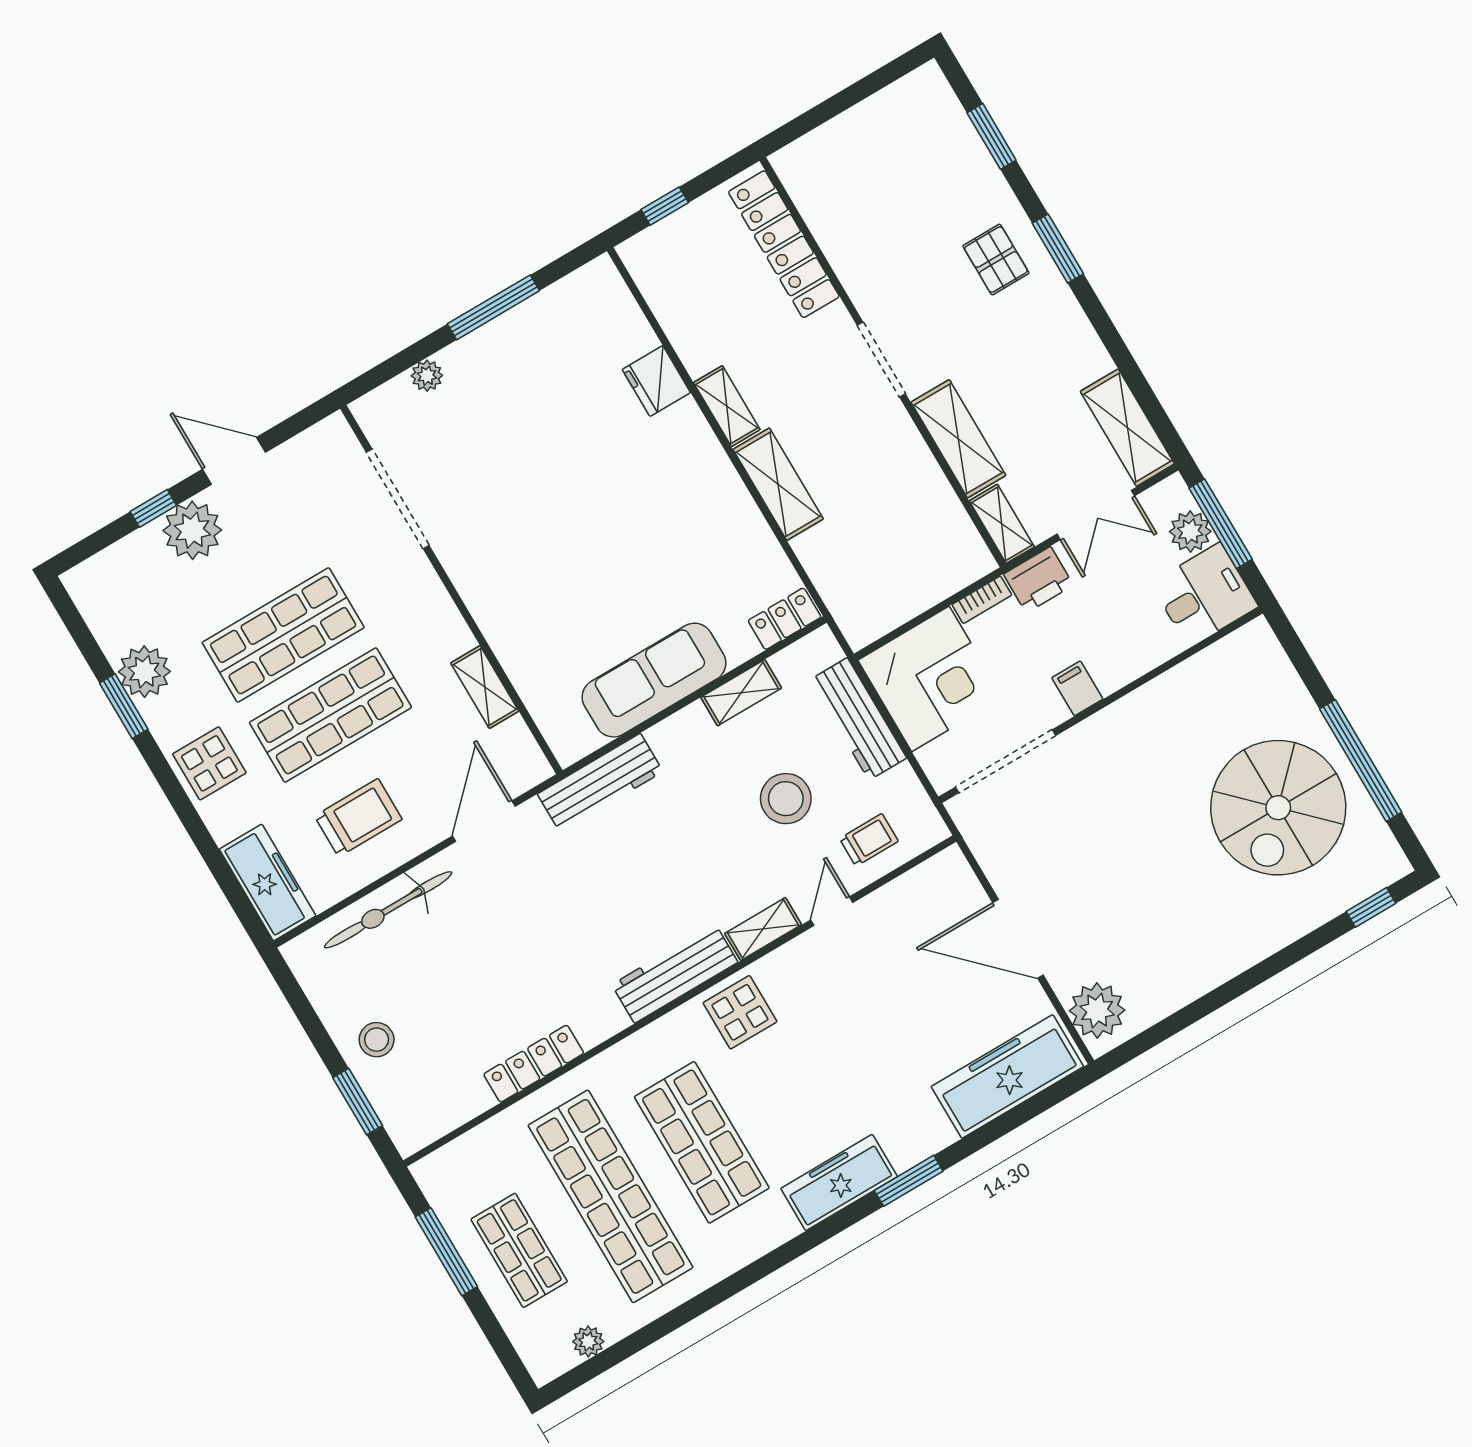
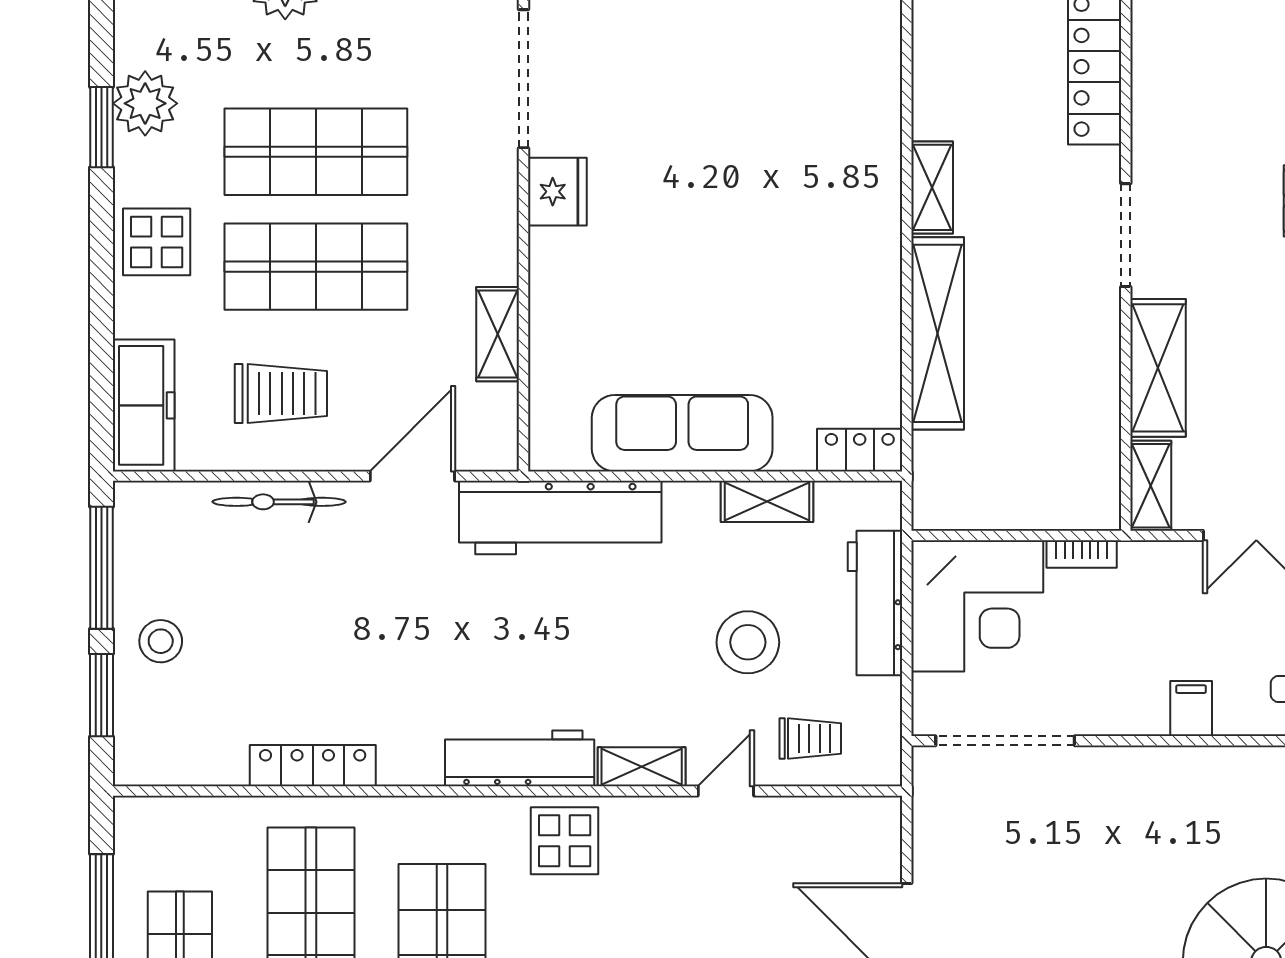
fridge: (656, 381) -> (557, 192), moved, turned 180
shelving: (778, 484) -> (938, 333), width x1.47
printer: (1038, 580) -> (1154, 568), removed
filing cabinet: (1077, 688) -> (1191, 709), moved
workbench: (600, 783) -> (560, 518), width x1.36, depth x1.32
bicycle: (388, 910) -> (279, 502), width x0.73, depth x0.71
window: (305, 1013) -> (101, 568), added

